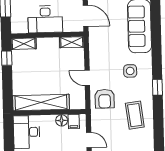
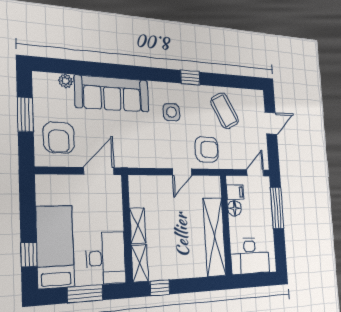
desk: (45, 19) -> (106, 258), moved
shelving: (72, 42) -> (138, 226), moved
coffee table: (135, 115) -> (224, 111), turned 69

